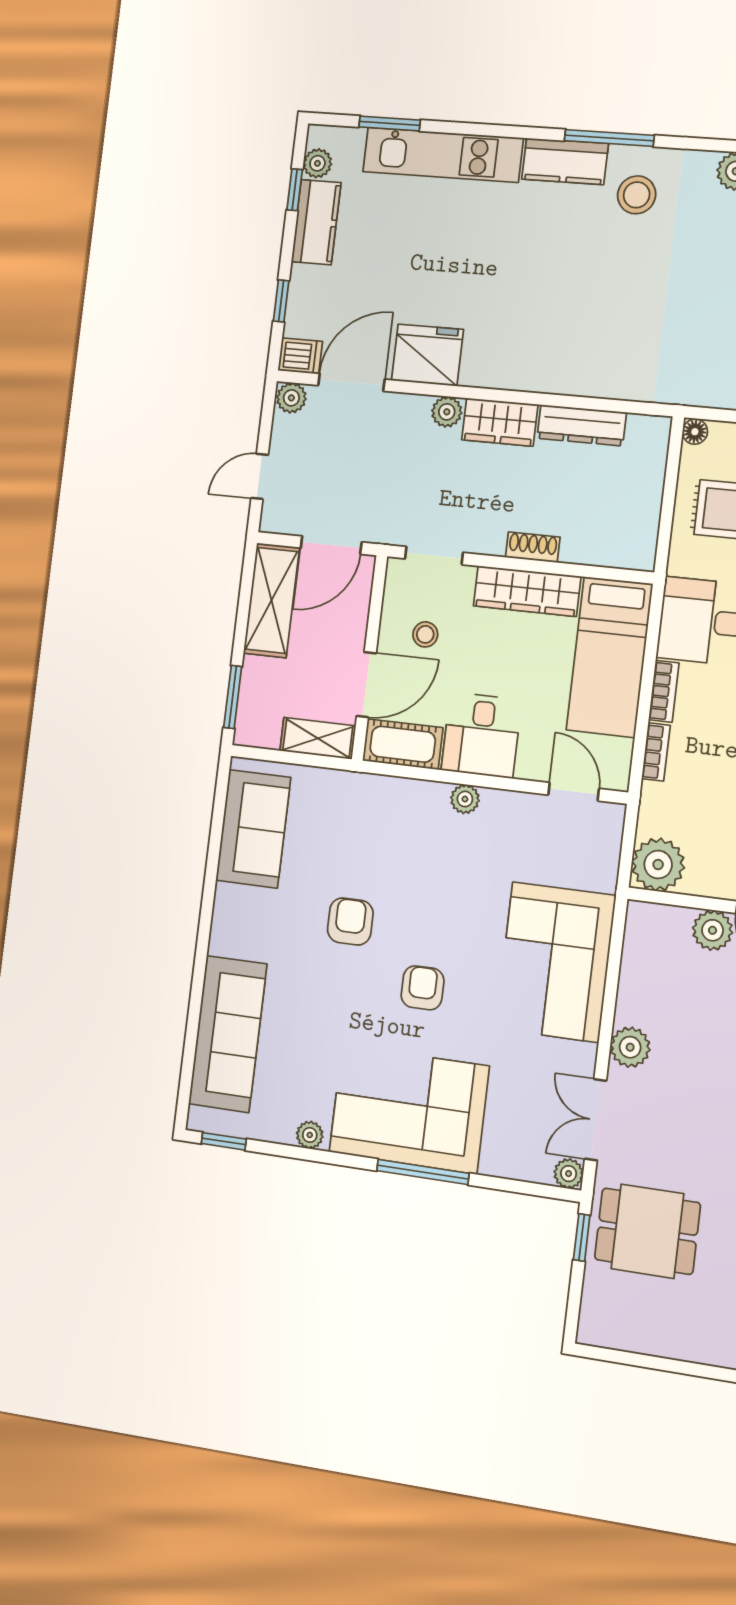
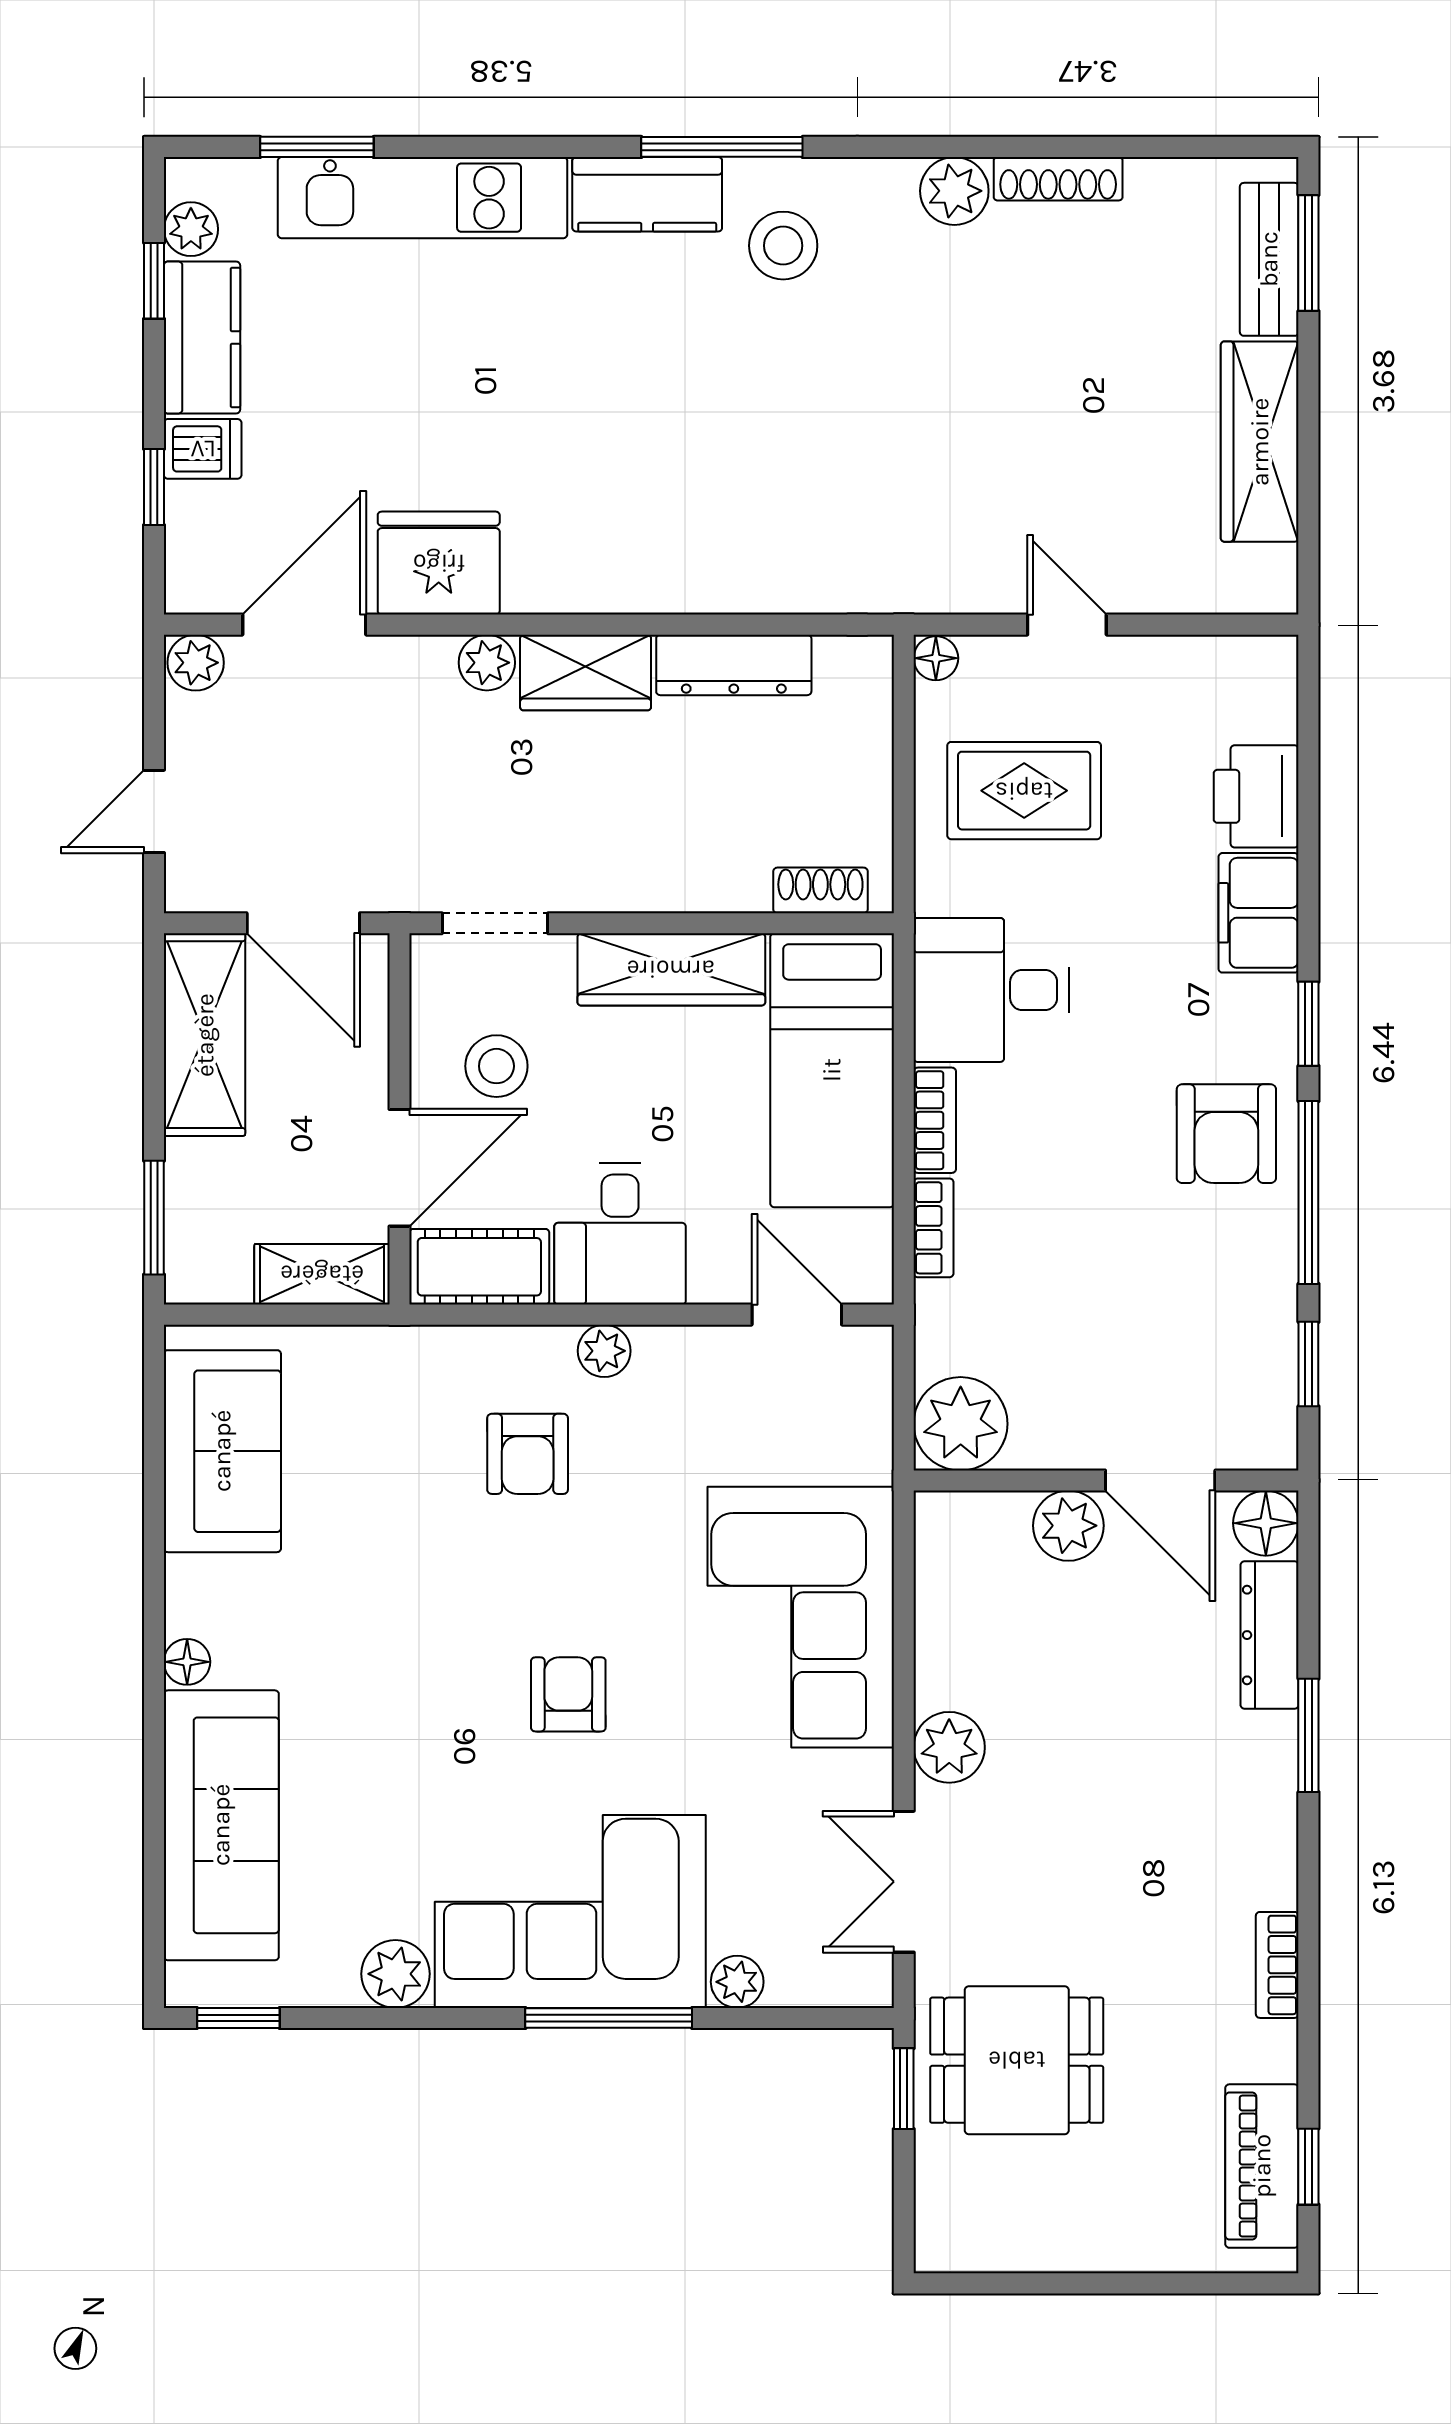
dishwasher: (300, 356) -> (203, 449), moved
door: (331, 545) -> (303, 923), hinge flipped
shoe rack: (533, 547) -> (820, 890), moved
stool: (425, 634) -> (496, 1066), width x1.37, depth x1.37
armchair: (350, 921) -> (528, 1454), moved, turned 180
floor lamp: (220, 942) -> (187, 1662), added
plant: (310, 1135) -> (395, 1974), width x1.38, depth x1.38
plant: (569, 1174) -> (737, 1982), moved

